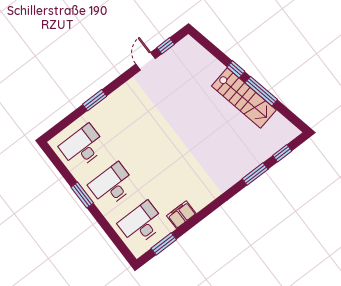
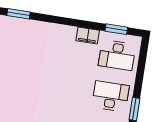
desk: (112, 185) -> (111, 96), turned 180

